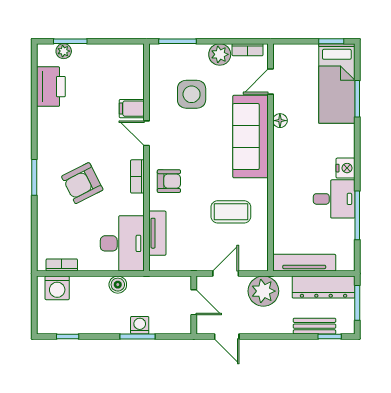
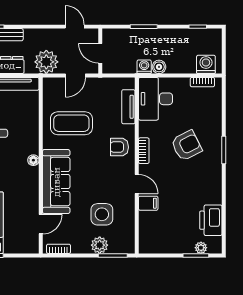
plant: (220, 54) -> (100, 245), moved
floor lamp: (280, 121) -> (33, 160), moved
coffee table: (231, 212) -> (71, 123), width x1.36, depth x1.32
washing machine: (140, 325) -> (144, 67), moved, turned 180

